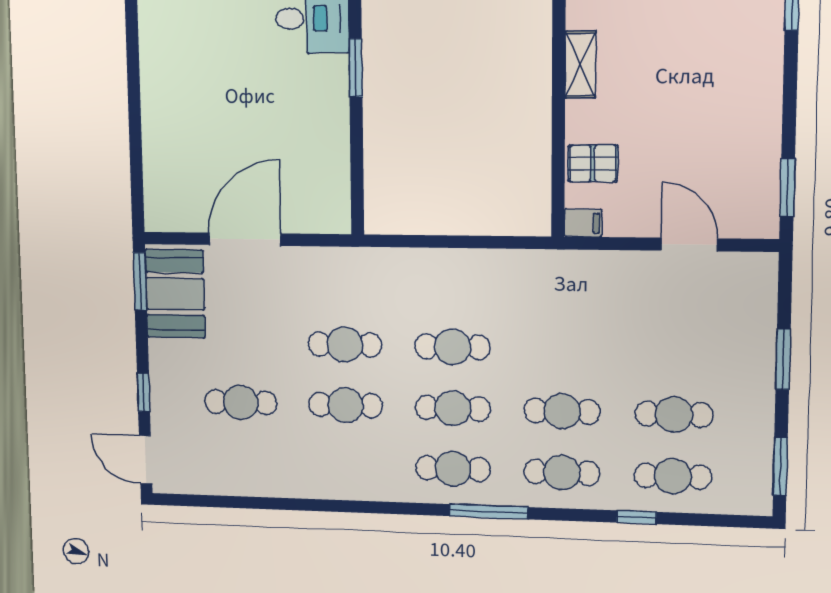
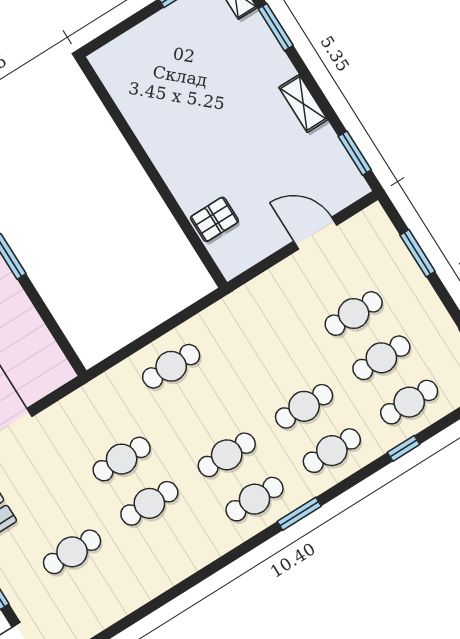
shelving: (580, 65) -> (303, 104), moved
filing cabinet: (583, 223) -> (234, 264), removed
cafe table: (453, 347) -> (171, 366), moved
cafe table: (675, 352) -> (354, 314), added
window: (783, 359) -> (418, 253), moved
window: (489, 512) -> (299, 514), width x0.69

